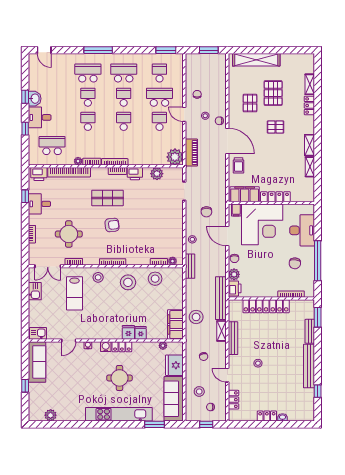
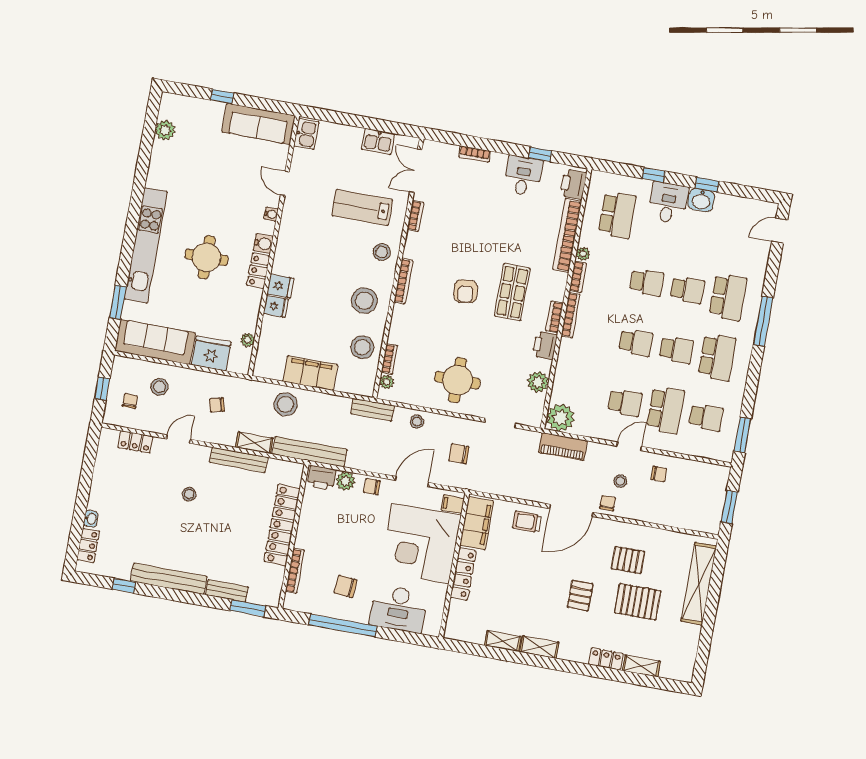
round table: (69, 234) -> (458, 380), moved
filing cabinet: (175, 325) -> (310, 373), moved
locker: (267, 416) -> (88, 545), moved

